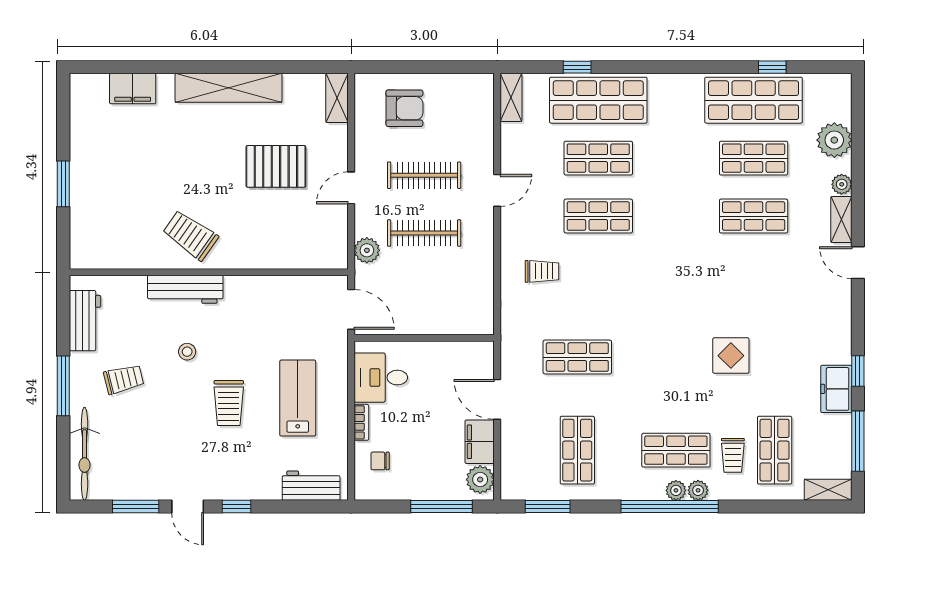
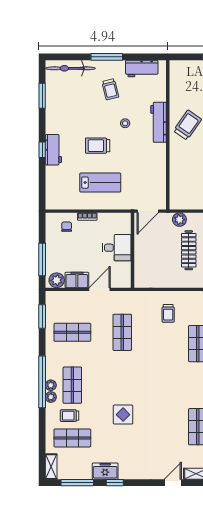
desk: (381, 378) -> (117, 248), moved, turned 90
workbench: (311, 486) -> (53, 150), moved
door: (188, 506) -> (42, 124), removed

